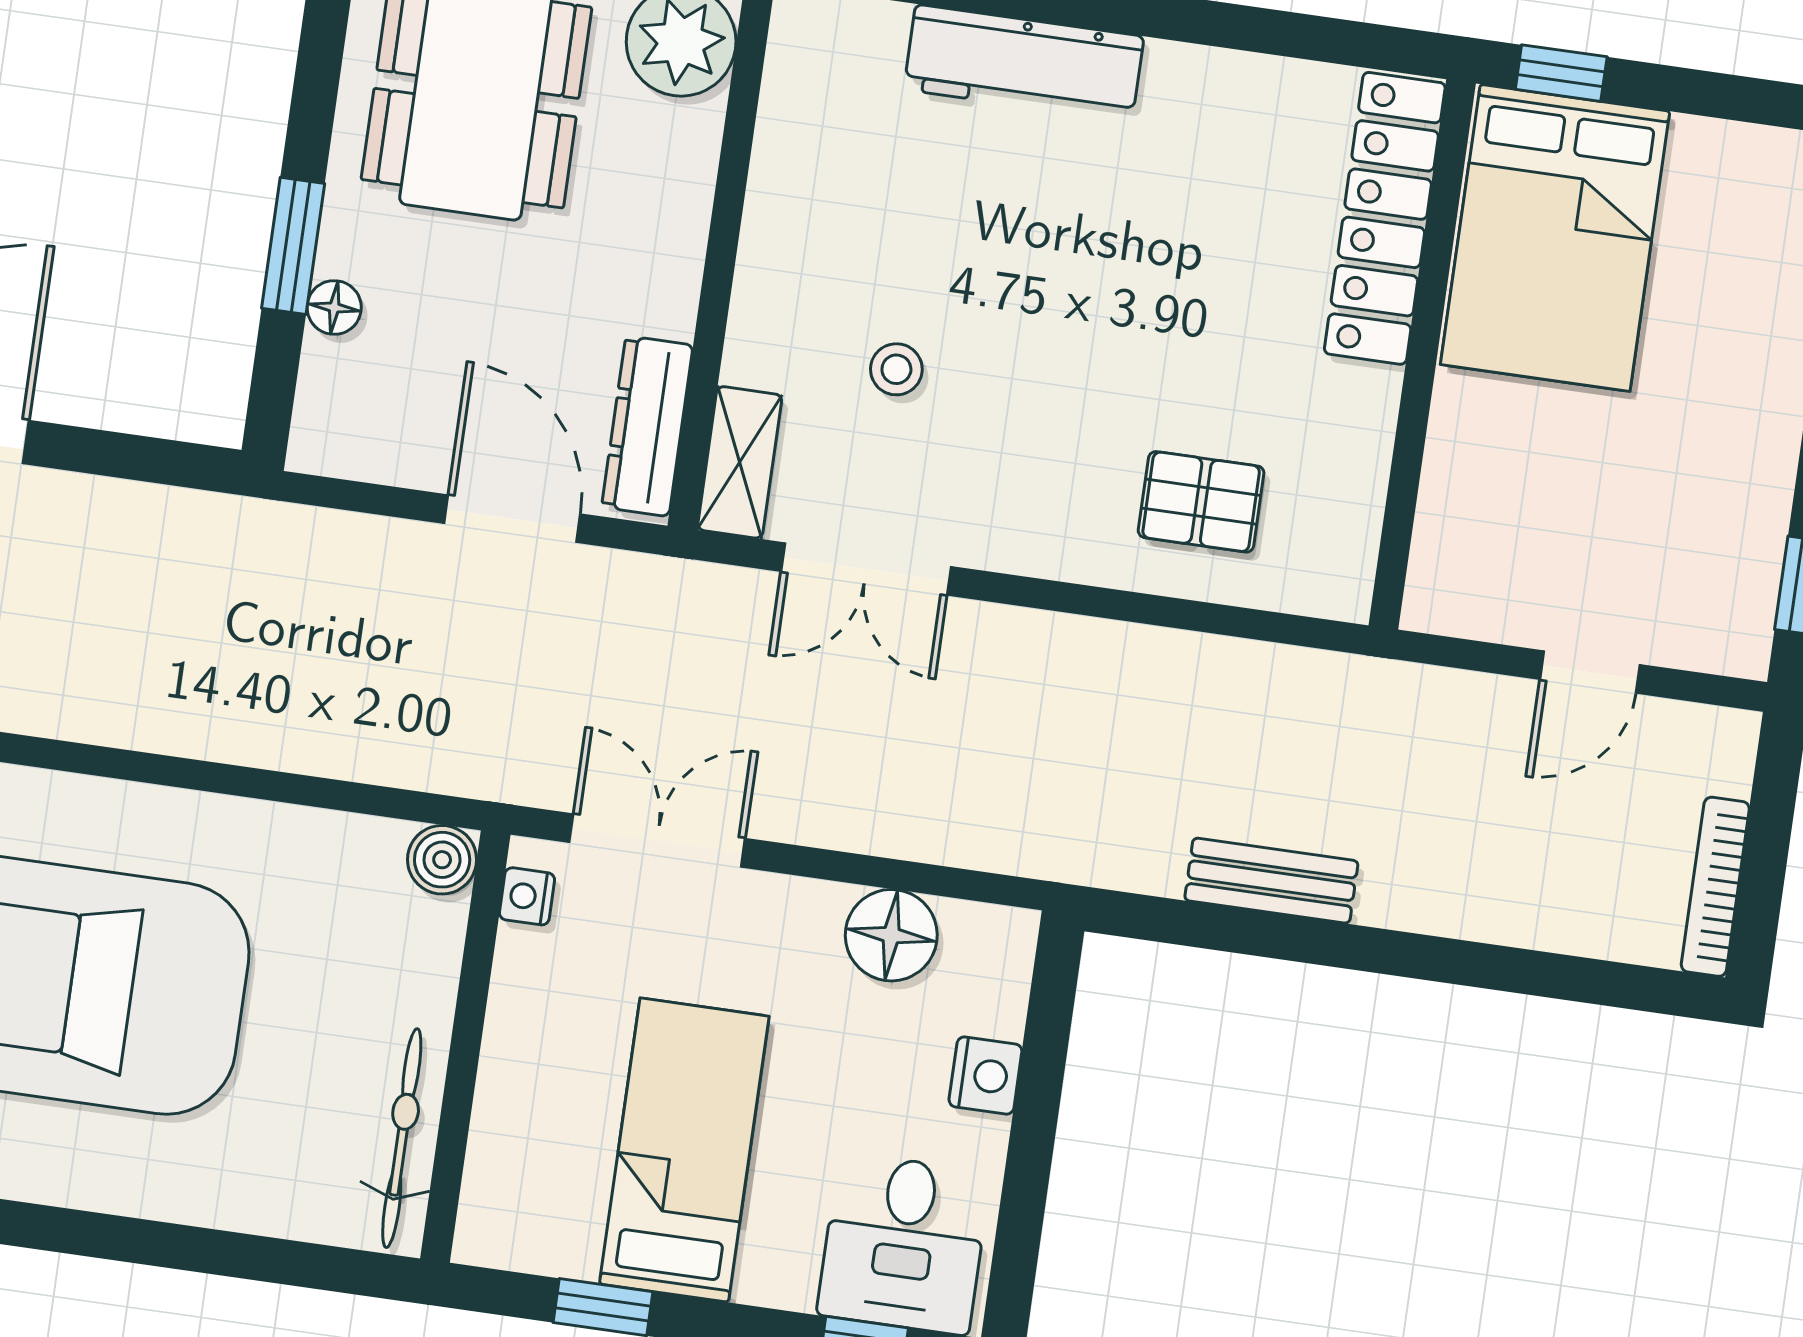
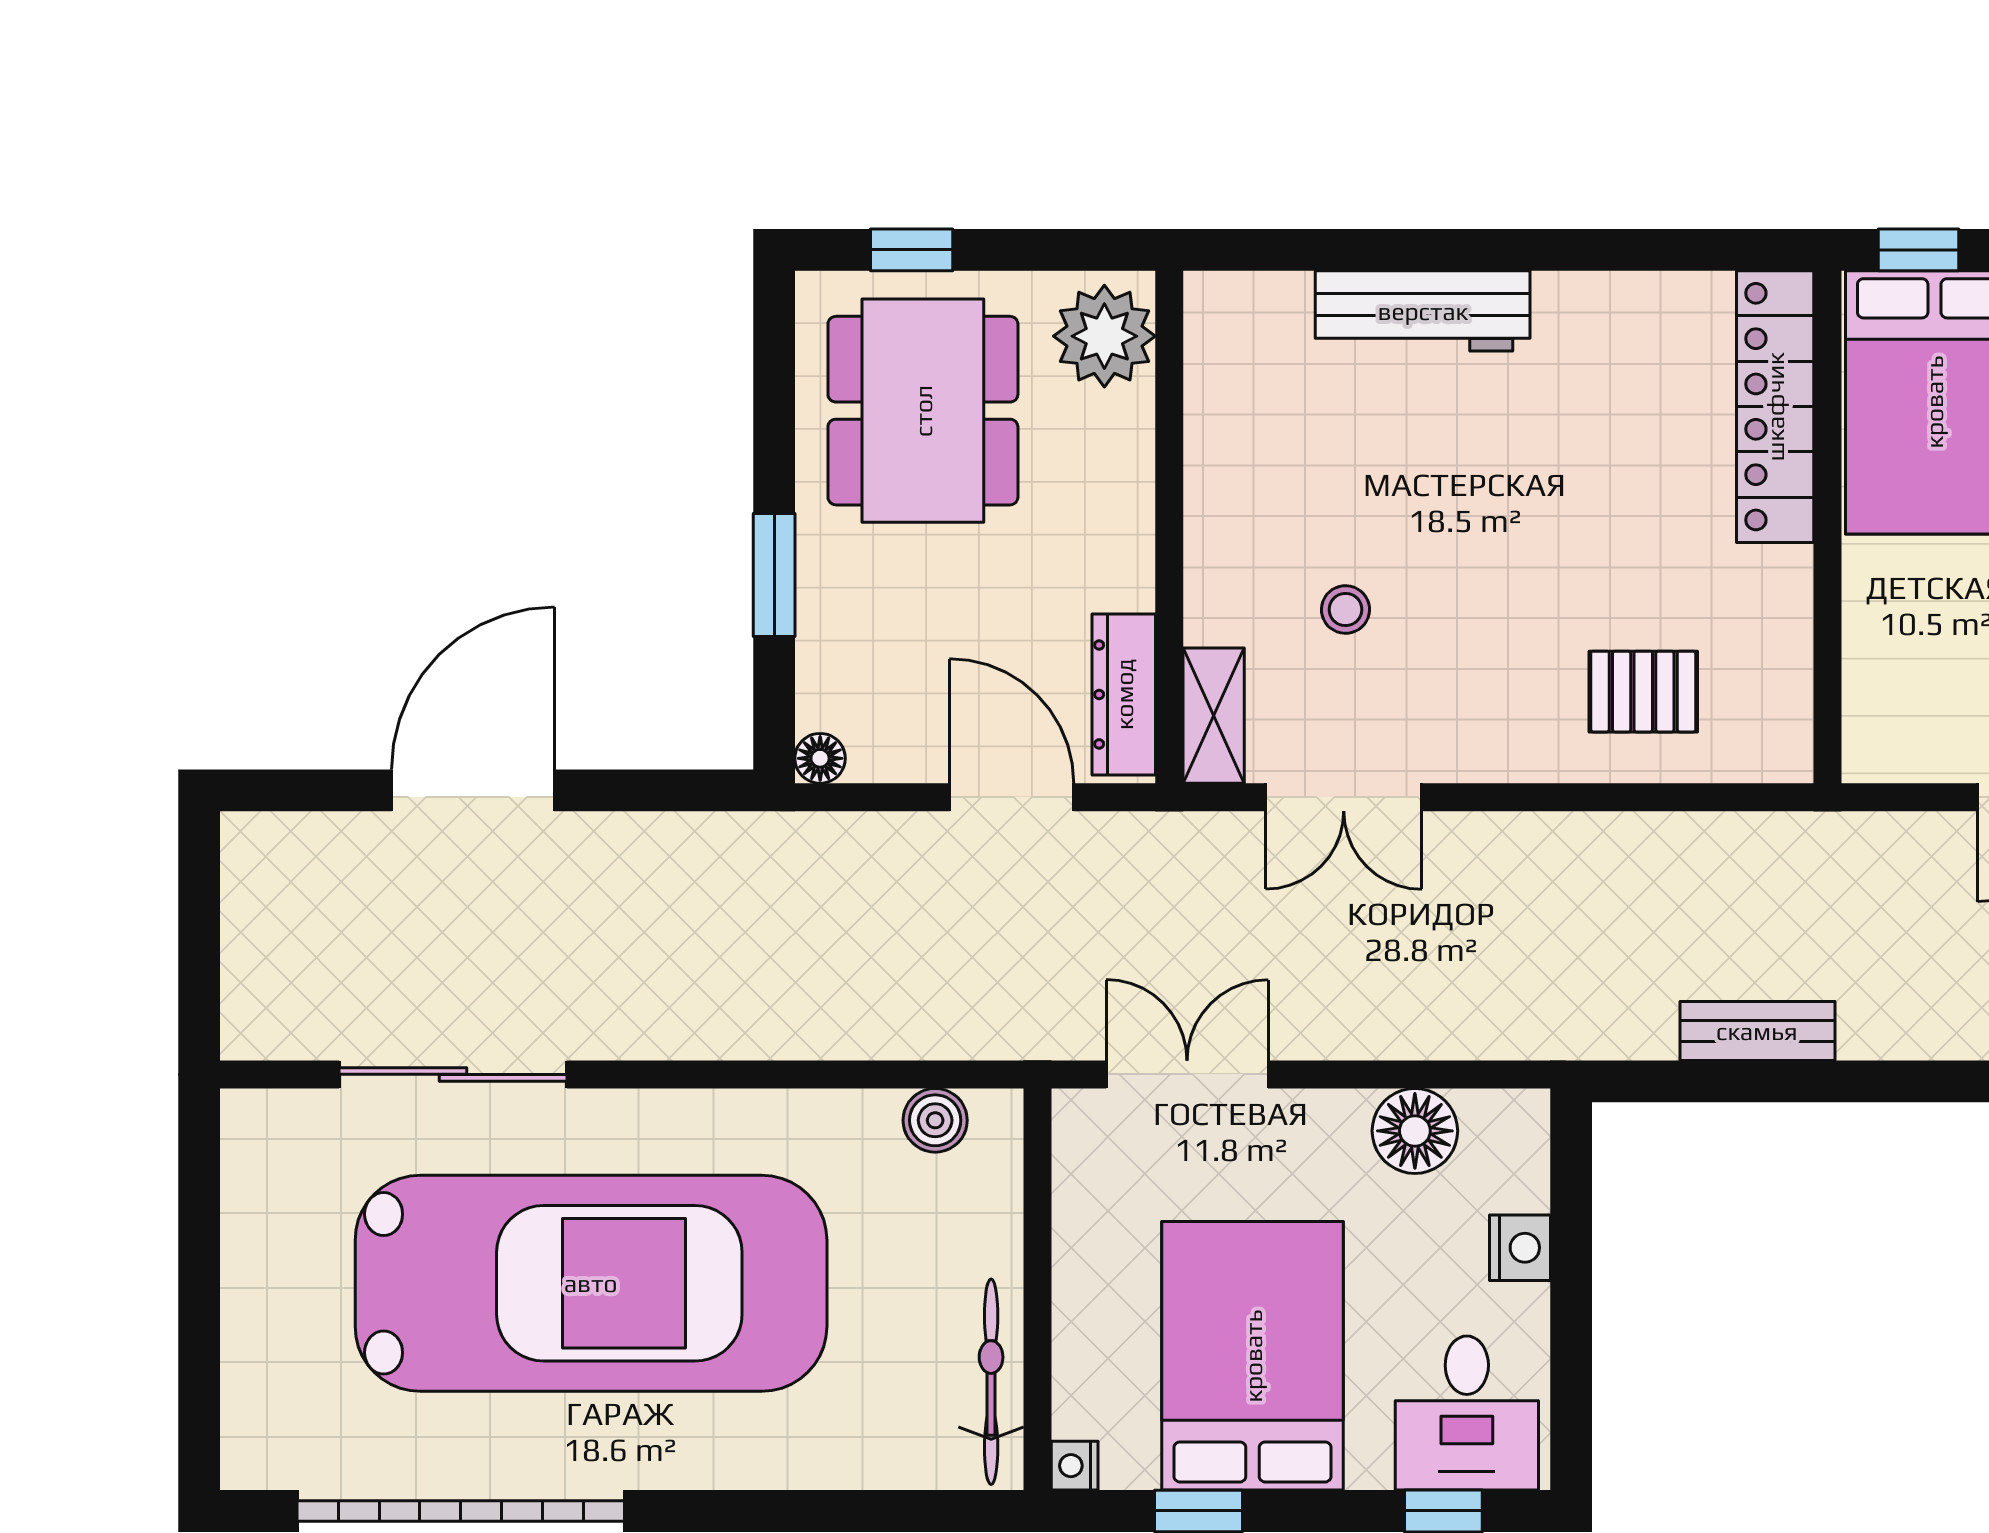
floor lamp: (334, 308) -> (820, 758), moved
boiler: (442, 860) -> (935, 1120), moved
nightstand: (527, 896) -> (1075, 1466), moved
bed: (684, 1150) -> (1253, 1356), width x1.50

